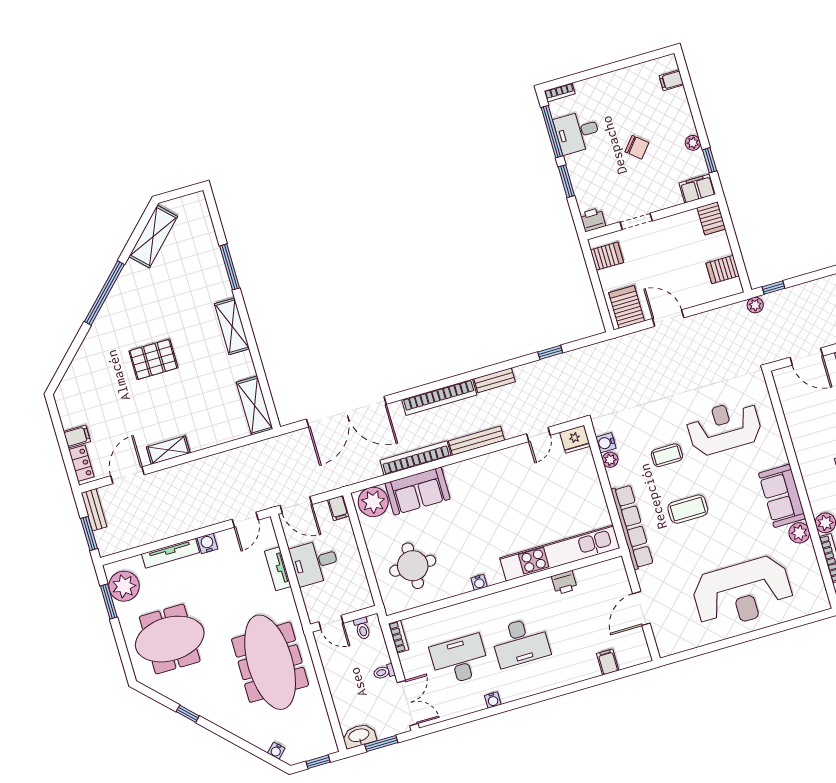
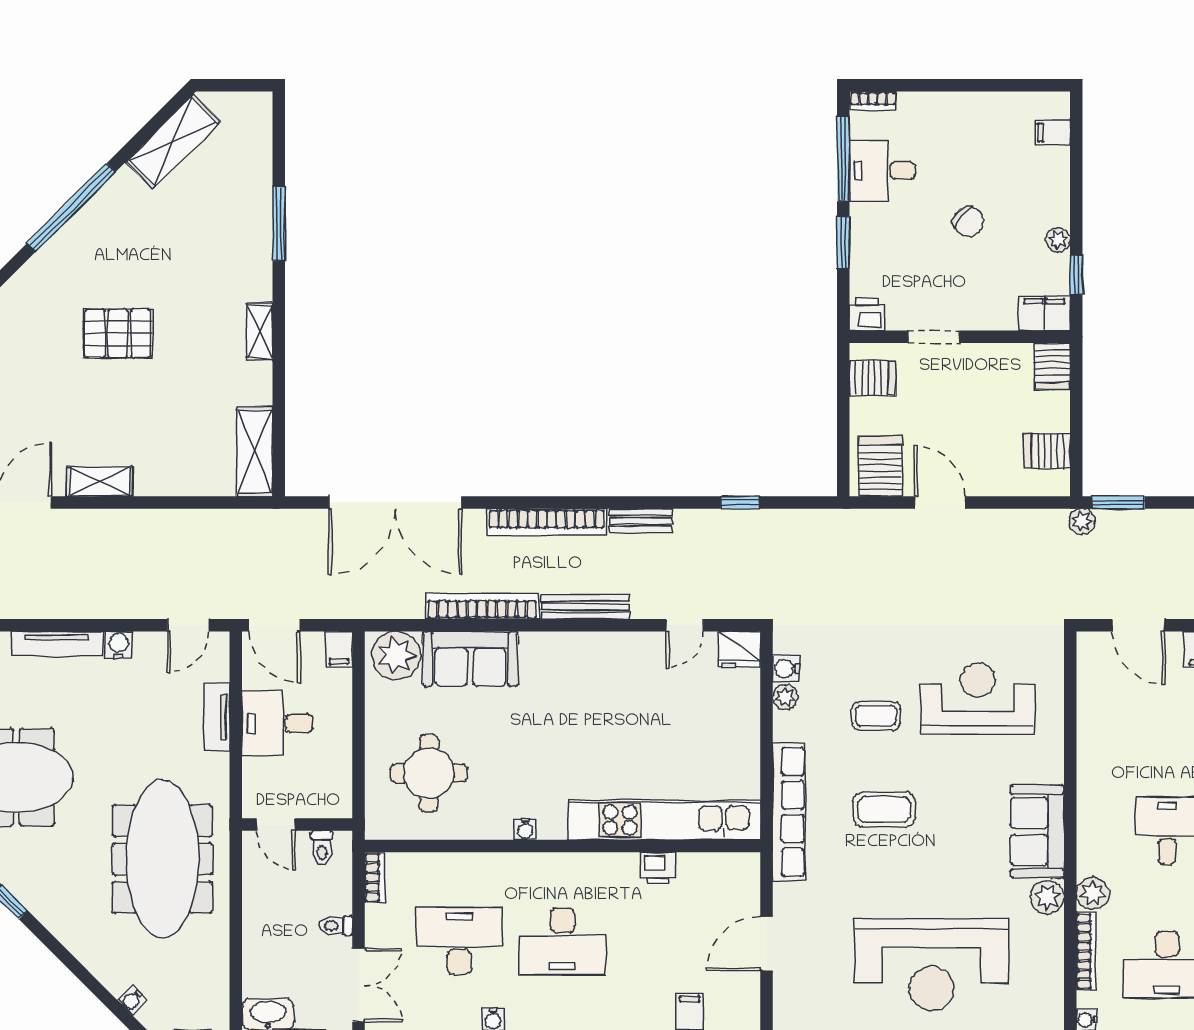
window: (773, 288) -> (1118, 502), width x1.50
shelving: (232, 326) -> (260, 332), width x0.67, depth x0.75

